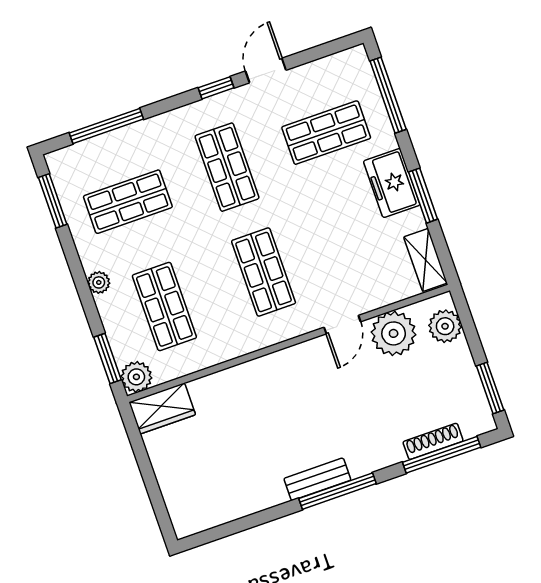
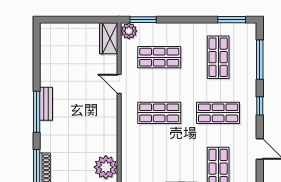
window: (216, 88) -> (260, 106), moved
plant: (99, 282) -> (183, 29), removed
door: (342, 325) -> (119, 84), moved

